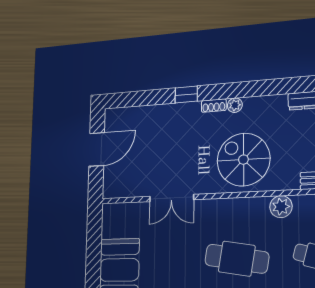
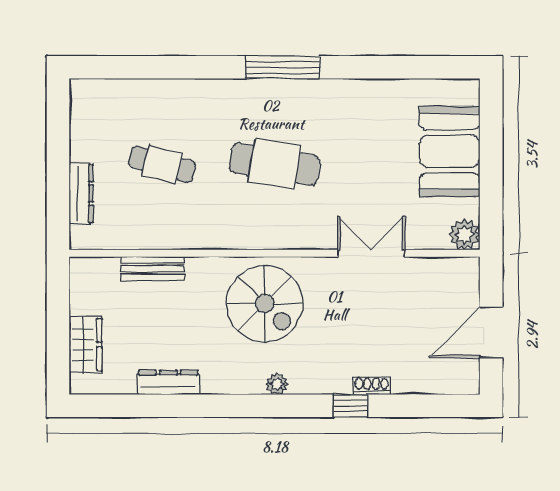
shoe rack: (214, 106) -> (372, 386), moved
plant: (281, 207) -> (465, 235), moved

